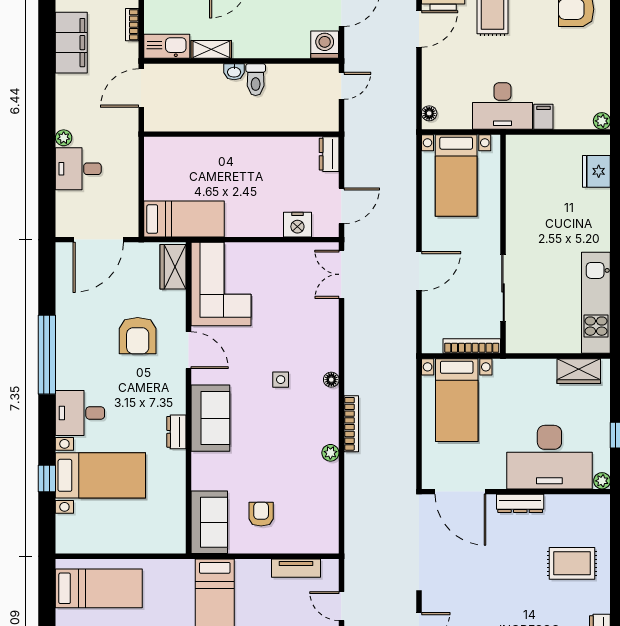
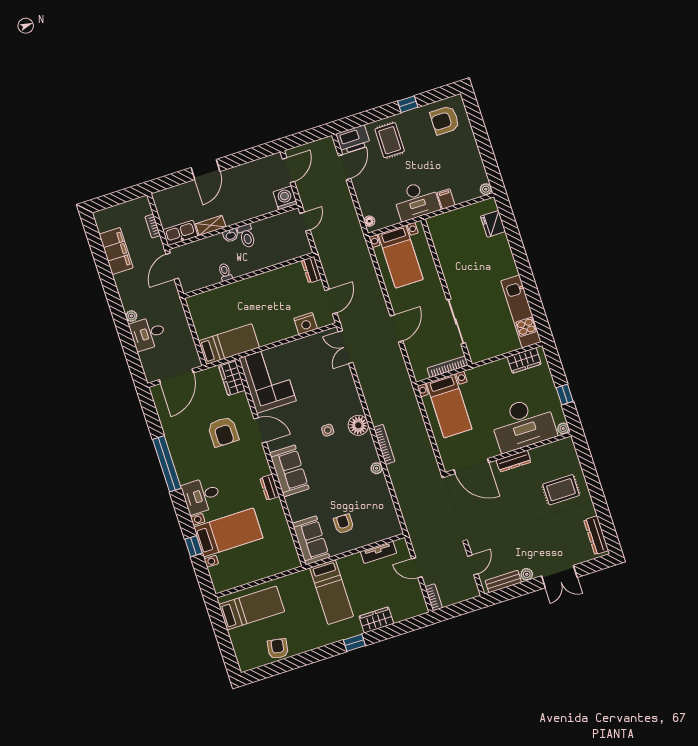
toilet: (210, 119) -> (225, 272), added
floor lamp: (331, 380) -> (358, 425), width x1.89, depth x1.89

